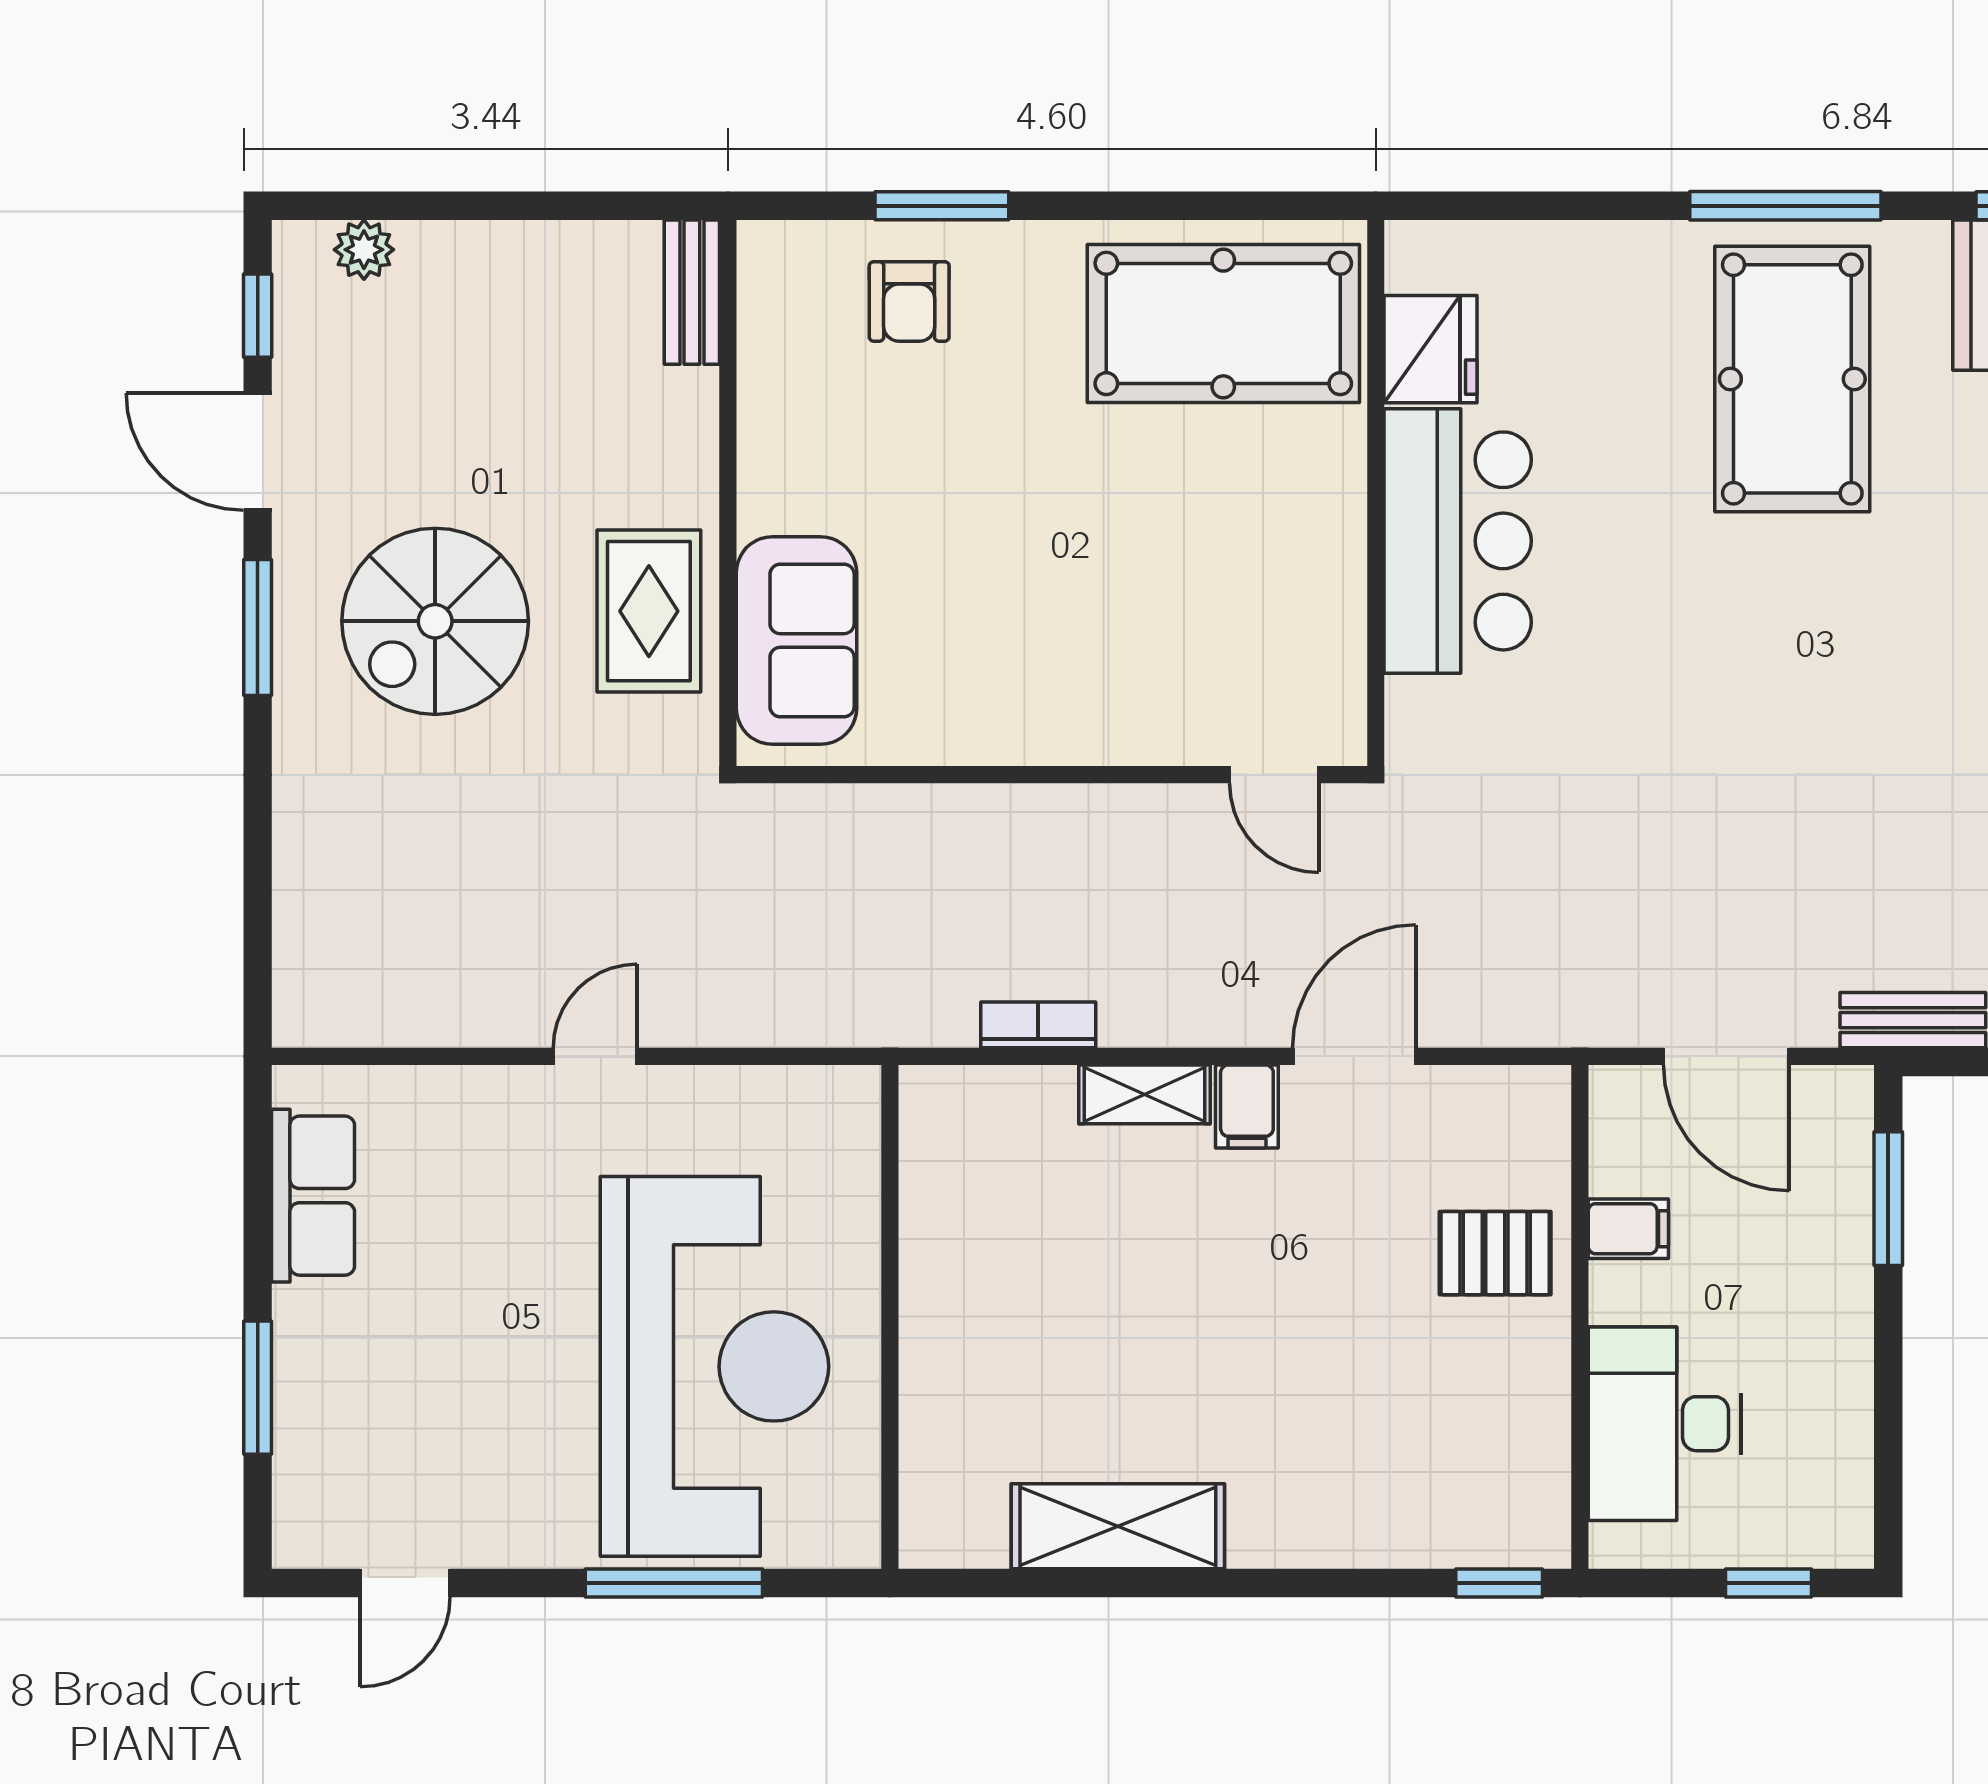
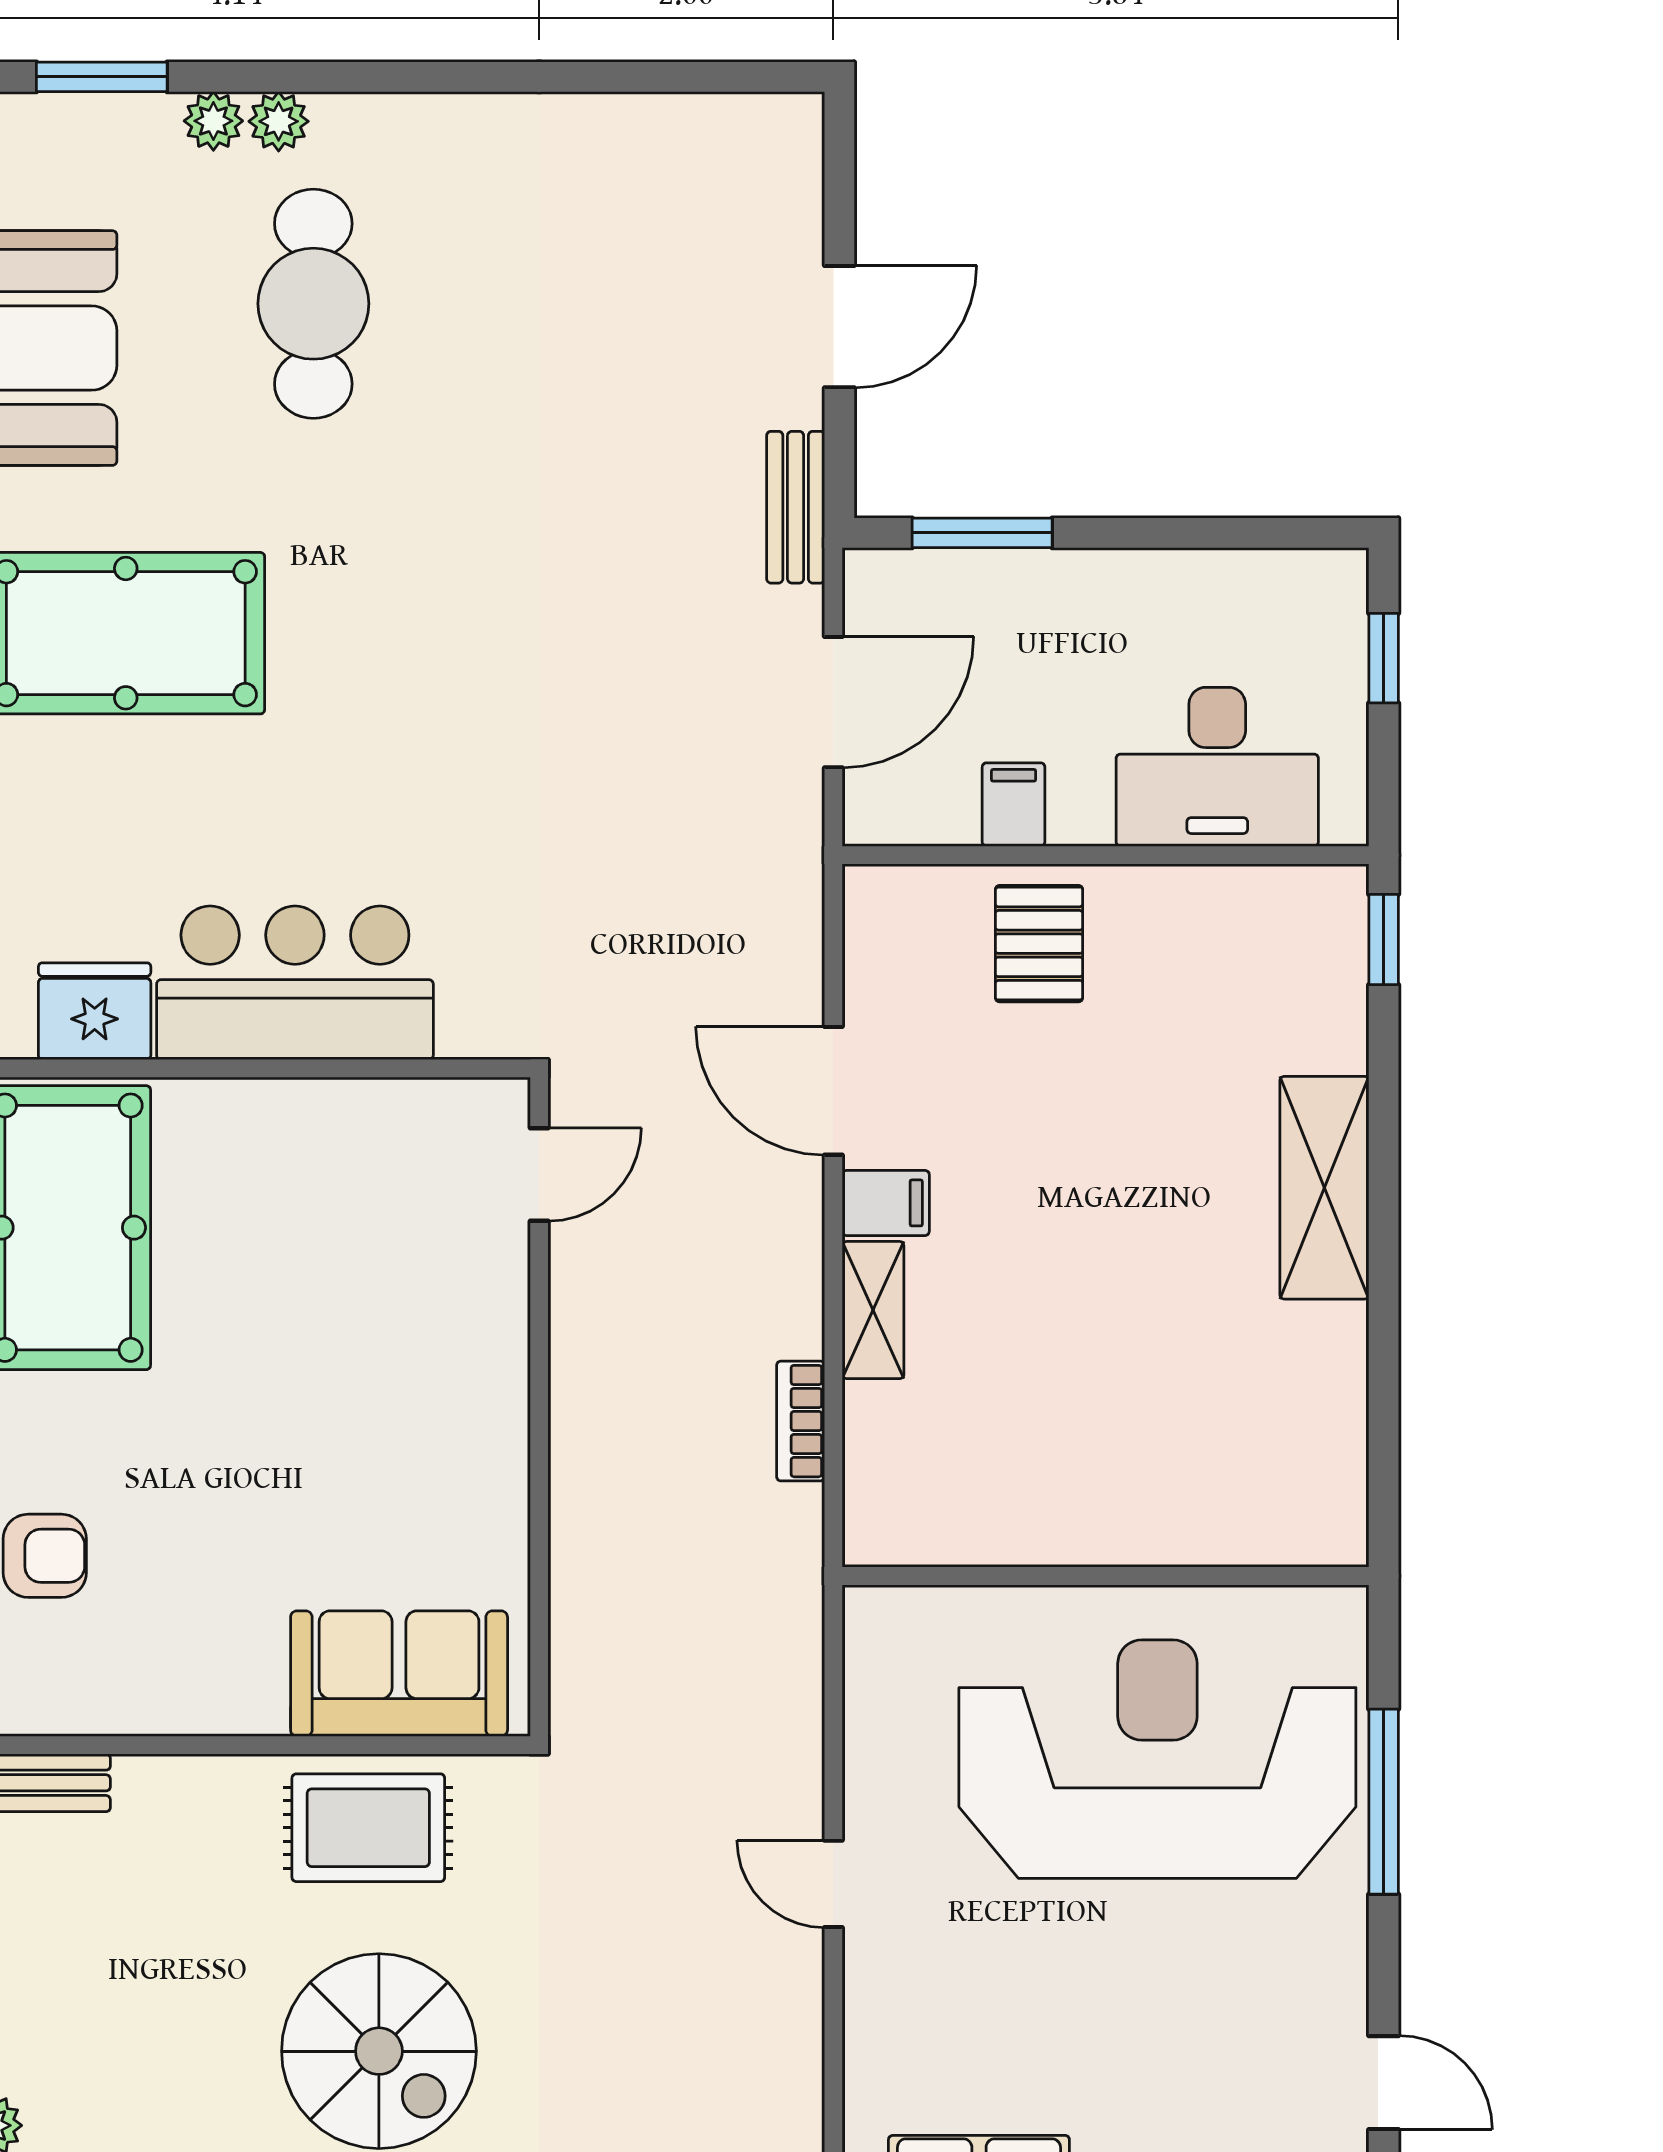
shelving: (1118, 1526) -> (1324, 1188), moved

